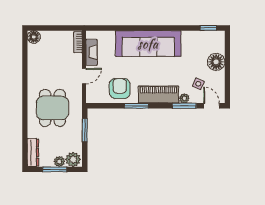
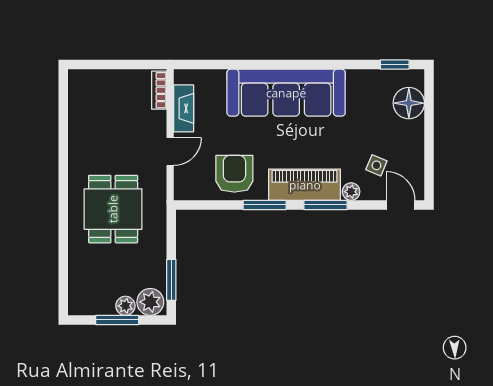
floor lamp: (34, 37) -> (79, 81), removed
floor lamp: (216, 62) -> (409, 103), moved
window: (184, 106) -> (325, 205), moved
window: (85, 130) -> (171, 280), moved
dresser: (33, 153) -> (78, 290), removed

